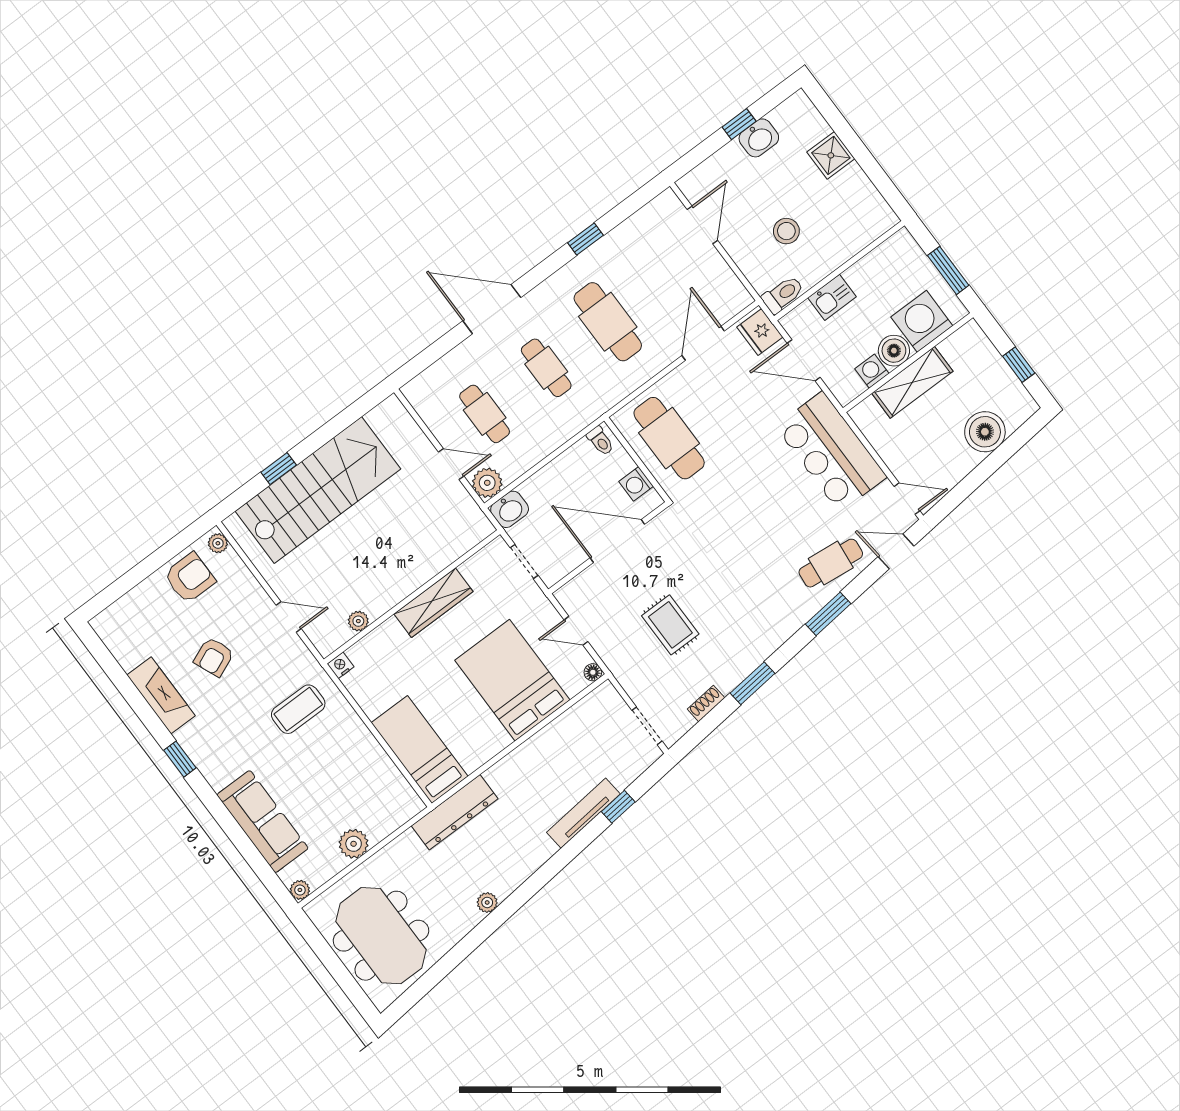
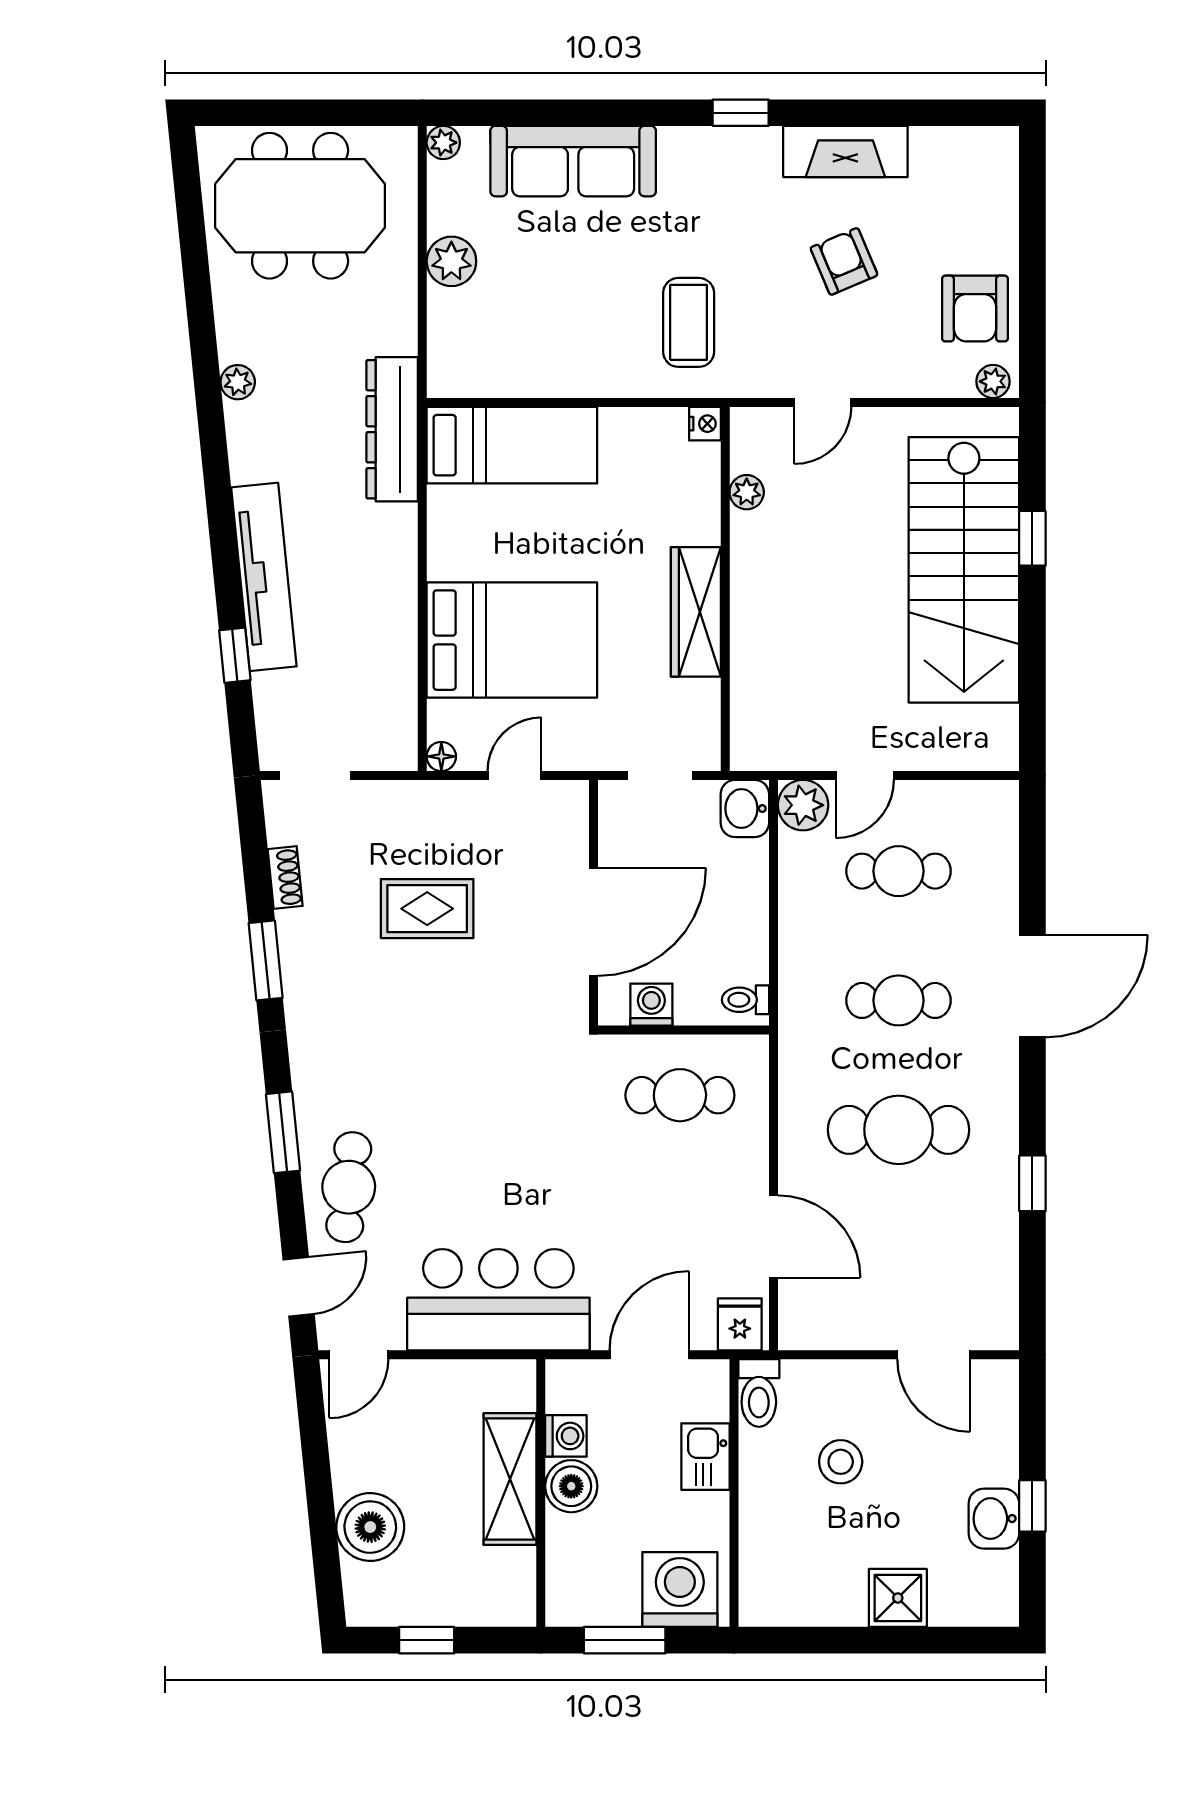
washing machine: (922, 321) -> (680, 1589), moved, turned -90
fridge: (760, 332) -> (740, 1324), width x0.72
cafe table: (669, 438) -> (680, 1095), width x0.73, depth x0.74
tv unit: (583, 813) -> (264, 577), width x1.36, depth x1.29

